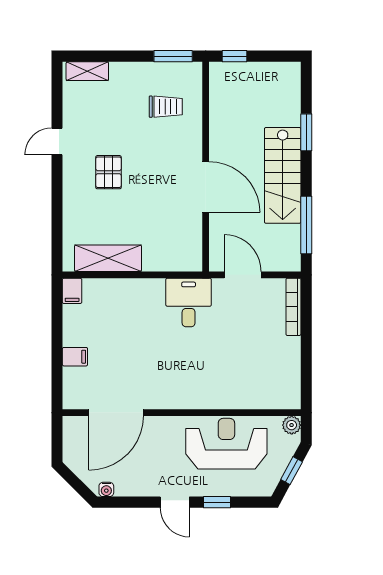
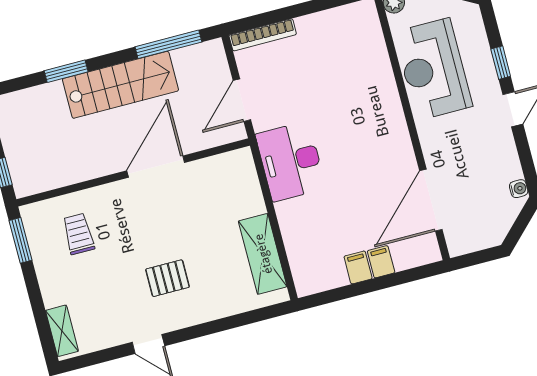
filing cabinet: (72, 291) -> (358, 267), moved, turned -90
desk: (189, 302) -> (291, 161), width x1.37
door: (116, 413) -> (431, 200), swing flipped

